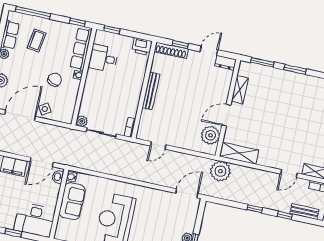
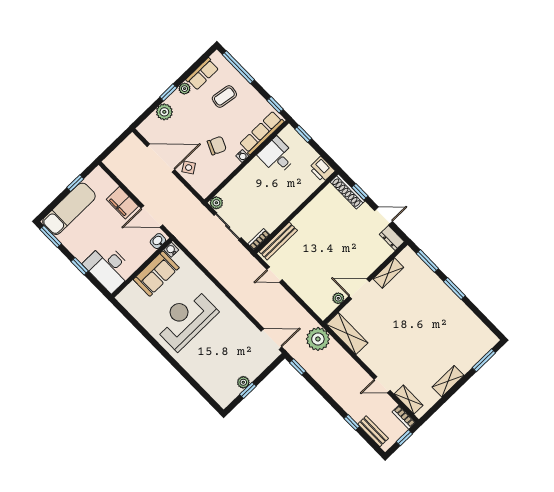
bench: (151, 91) -> (278, 241), moved
plant: (210, 135) -> (338, 298), width x0.53, depth x0.53
window: (255, 209) -> (298, 367), moved

